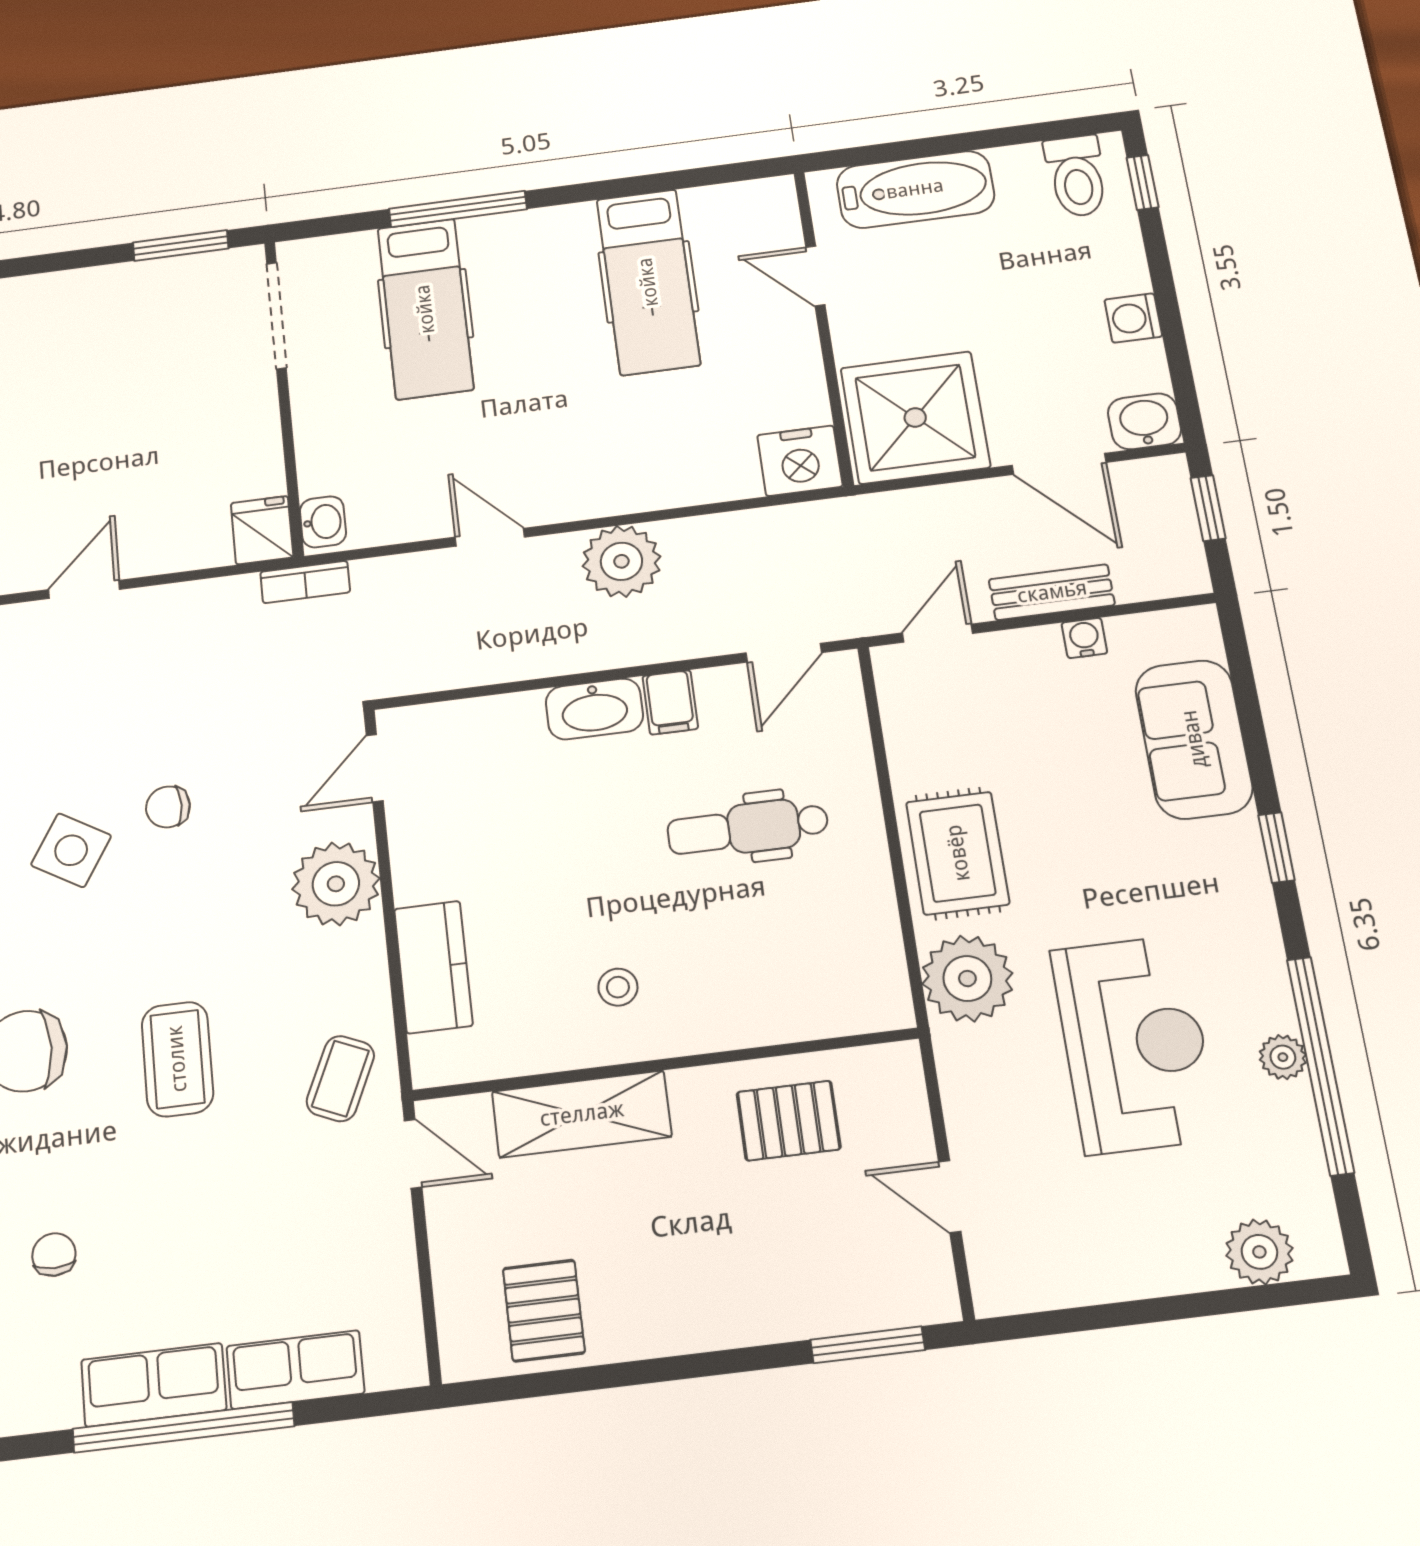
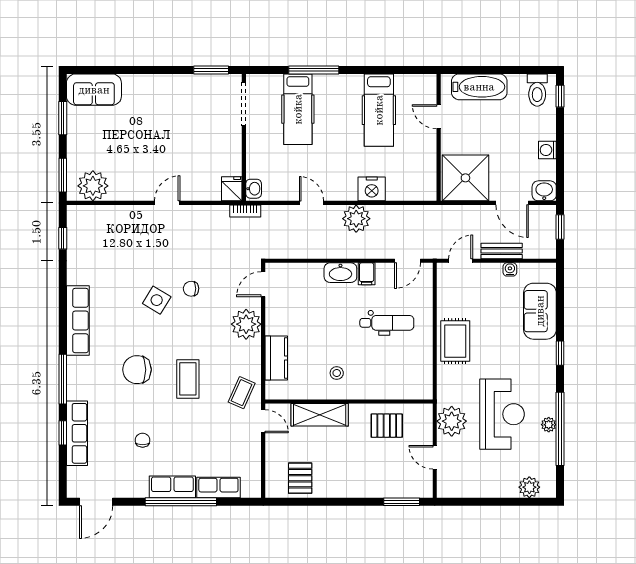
nightstand: (800, 461) -> (372, 189), moved
dental chair: (748, 828) -> (387, 323), turned 180
plant: (967, 979) -> (452, 421), moved

